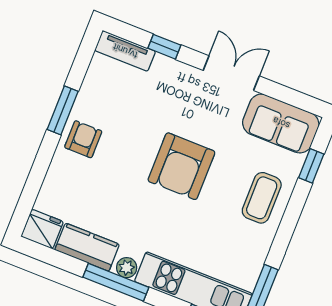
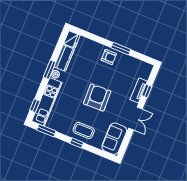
tv unit: (125, 51) -> (139, 90), moved
armchair: (181, 166) -> (97, 97), turned 88
window: (311, 166) -> (77, 143), moved
window: (116, 282) -> (50, 70), width x0.69

